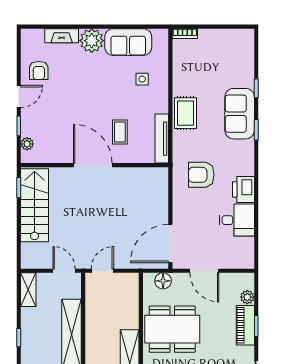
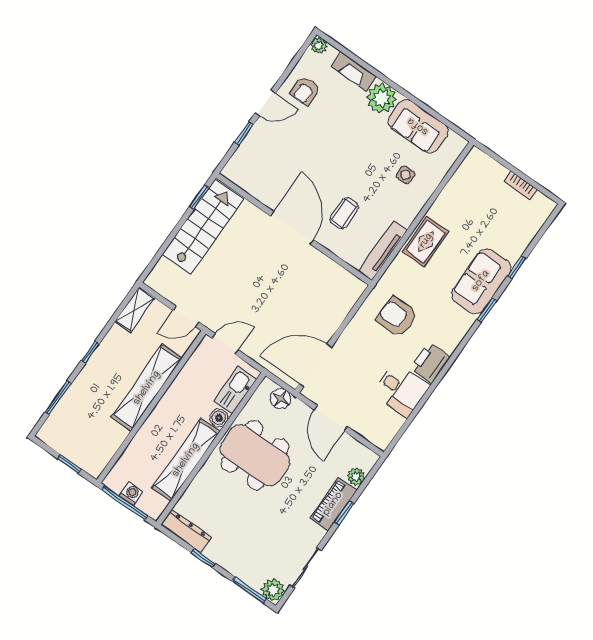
bookcase: (185, 34) -> (521, 185), moved
plant: (27, 144) -> (319, 46), moved
door: (64, 271) -> (186, 316), swing flipped
kitchen sink: (130, 296) -> (235, 390), added
boiler: (132, 321) -> (219, 418), added

